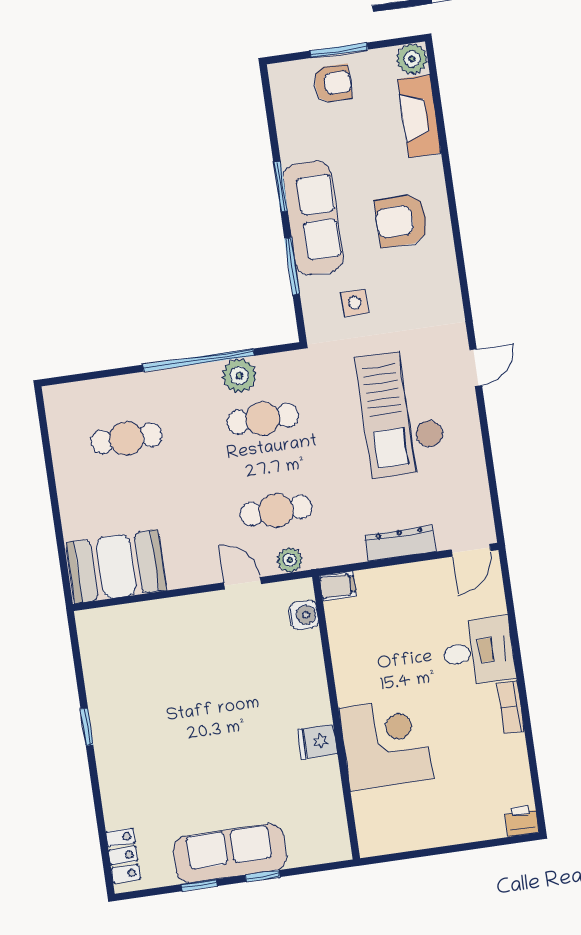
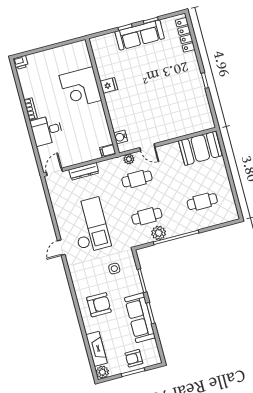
sofa: (313, 218) -> (140, 318), moved
locker: (123, 856) -> (185, 35), width x1.53

